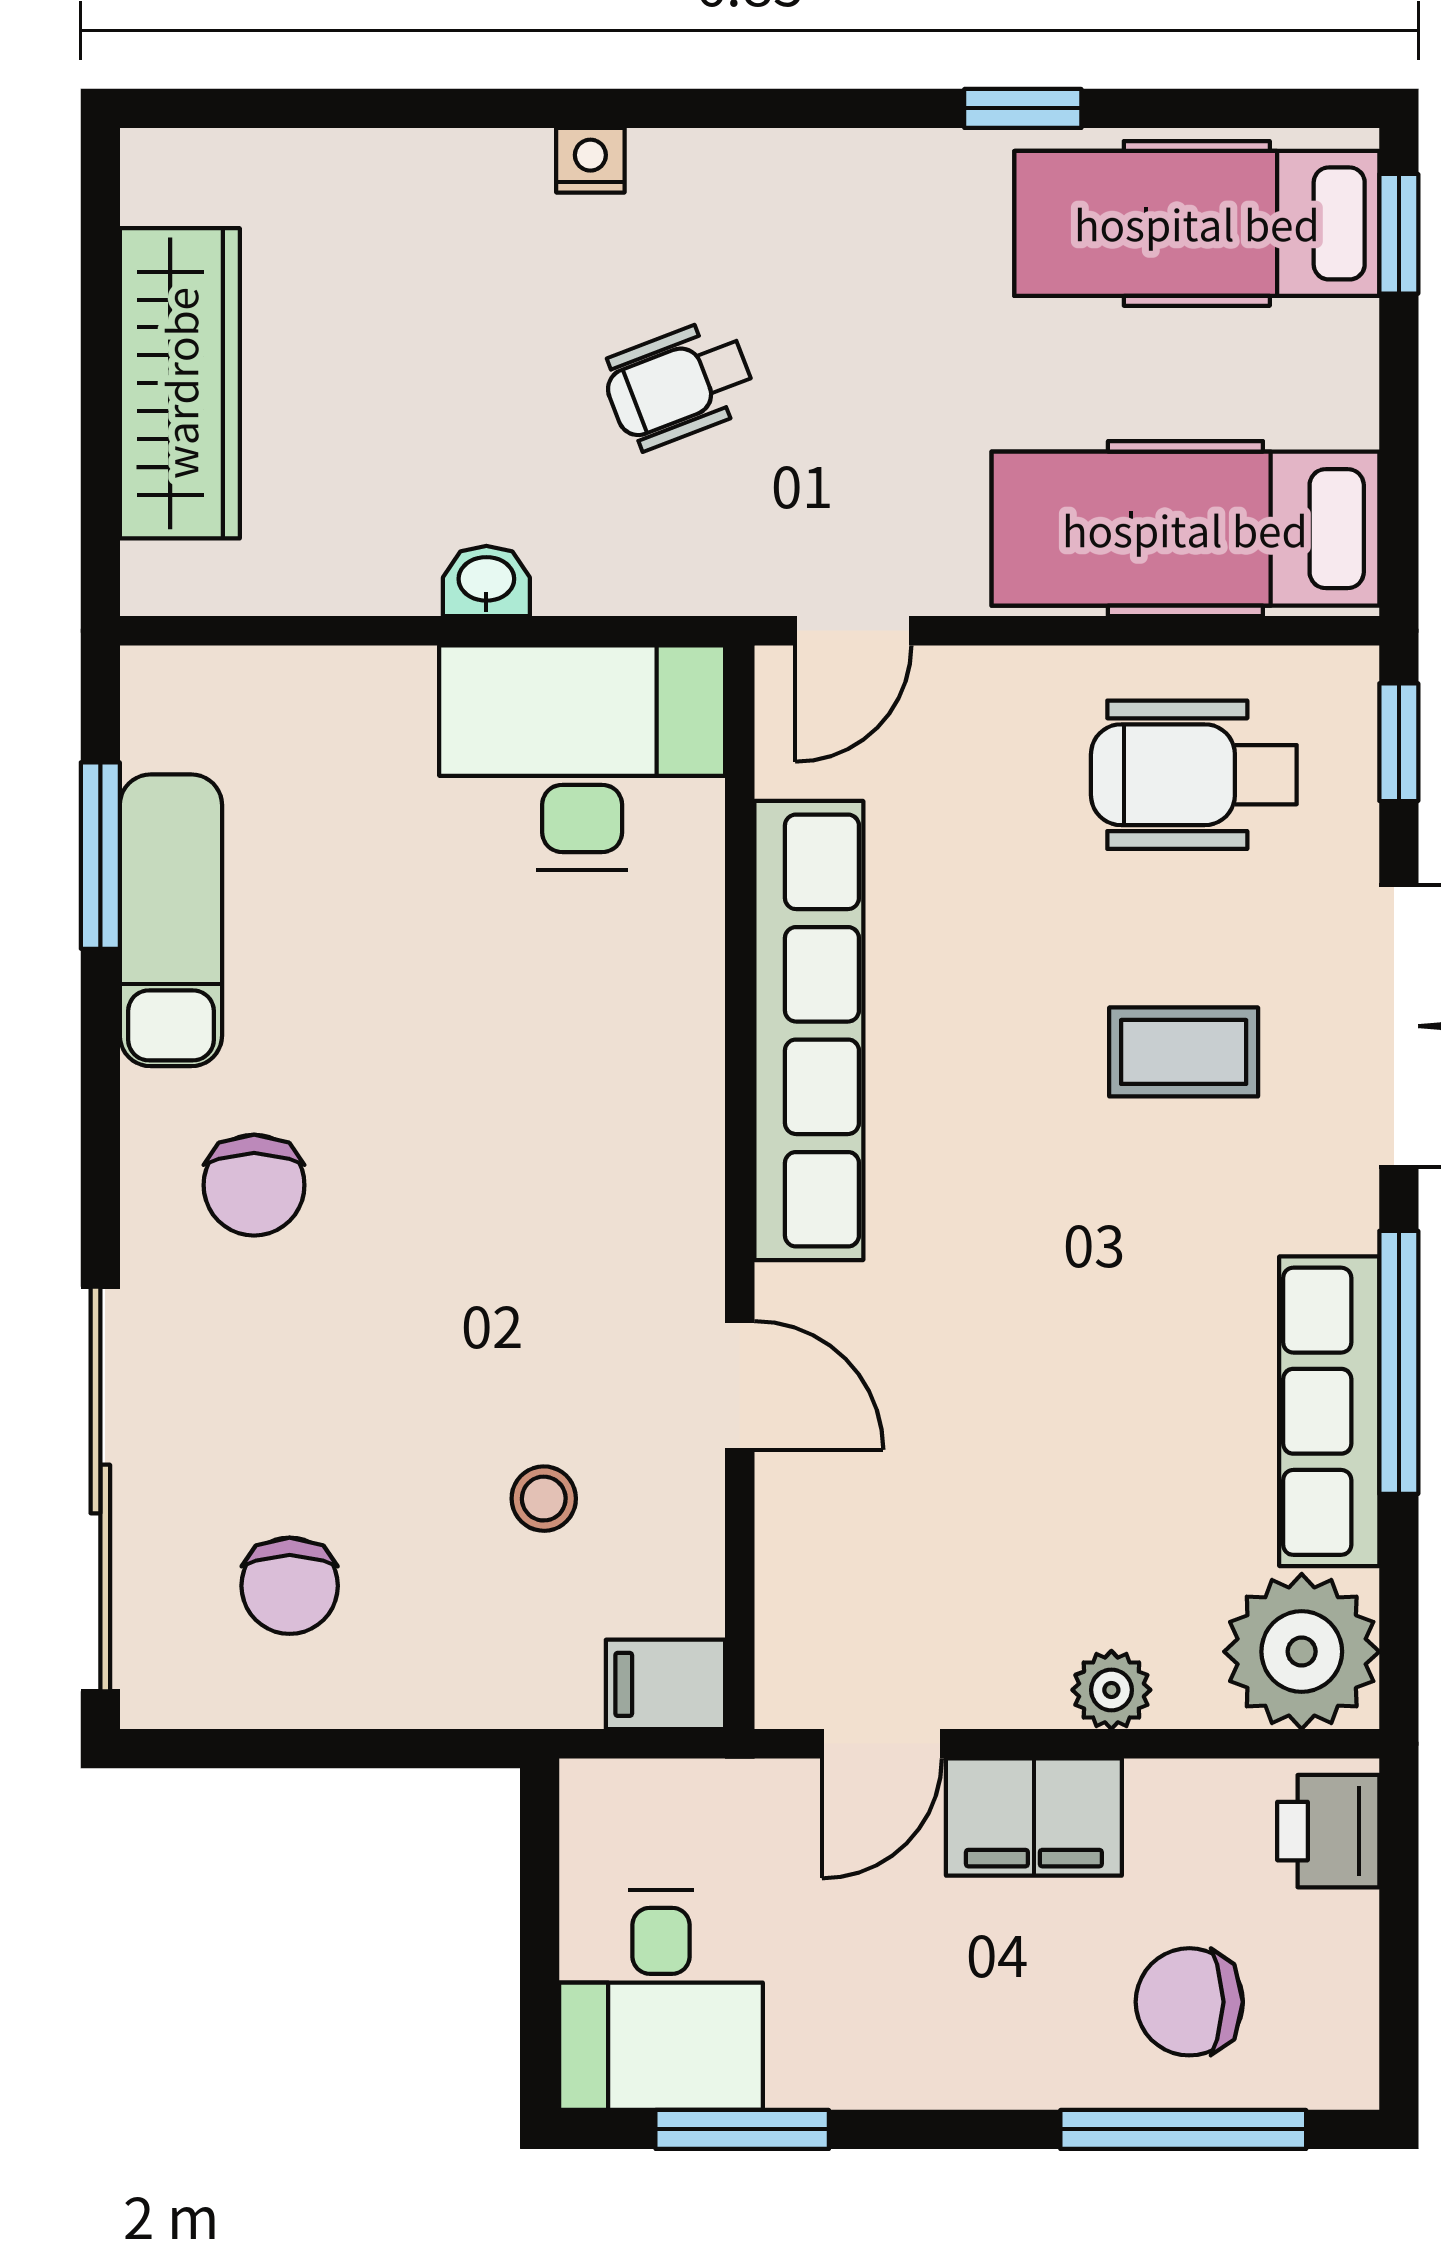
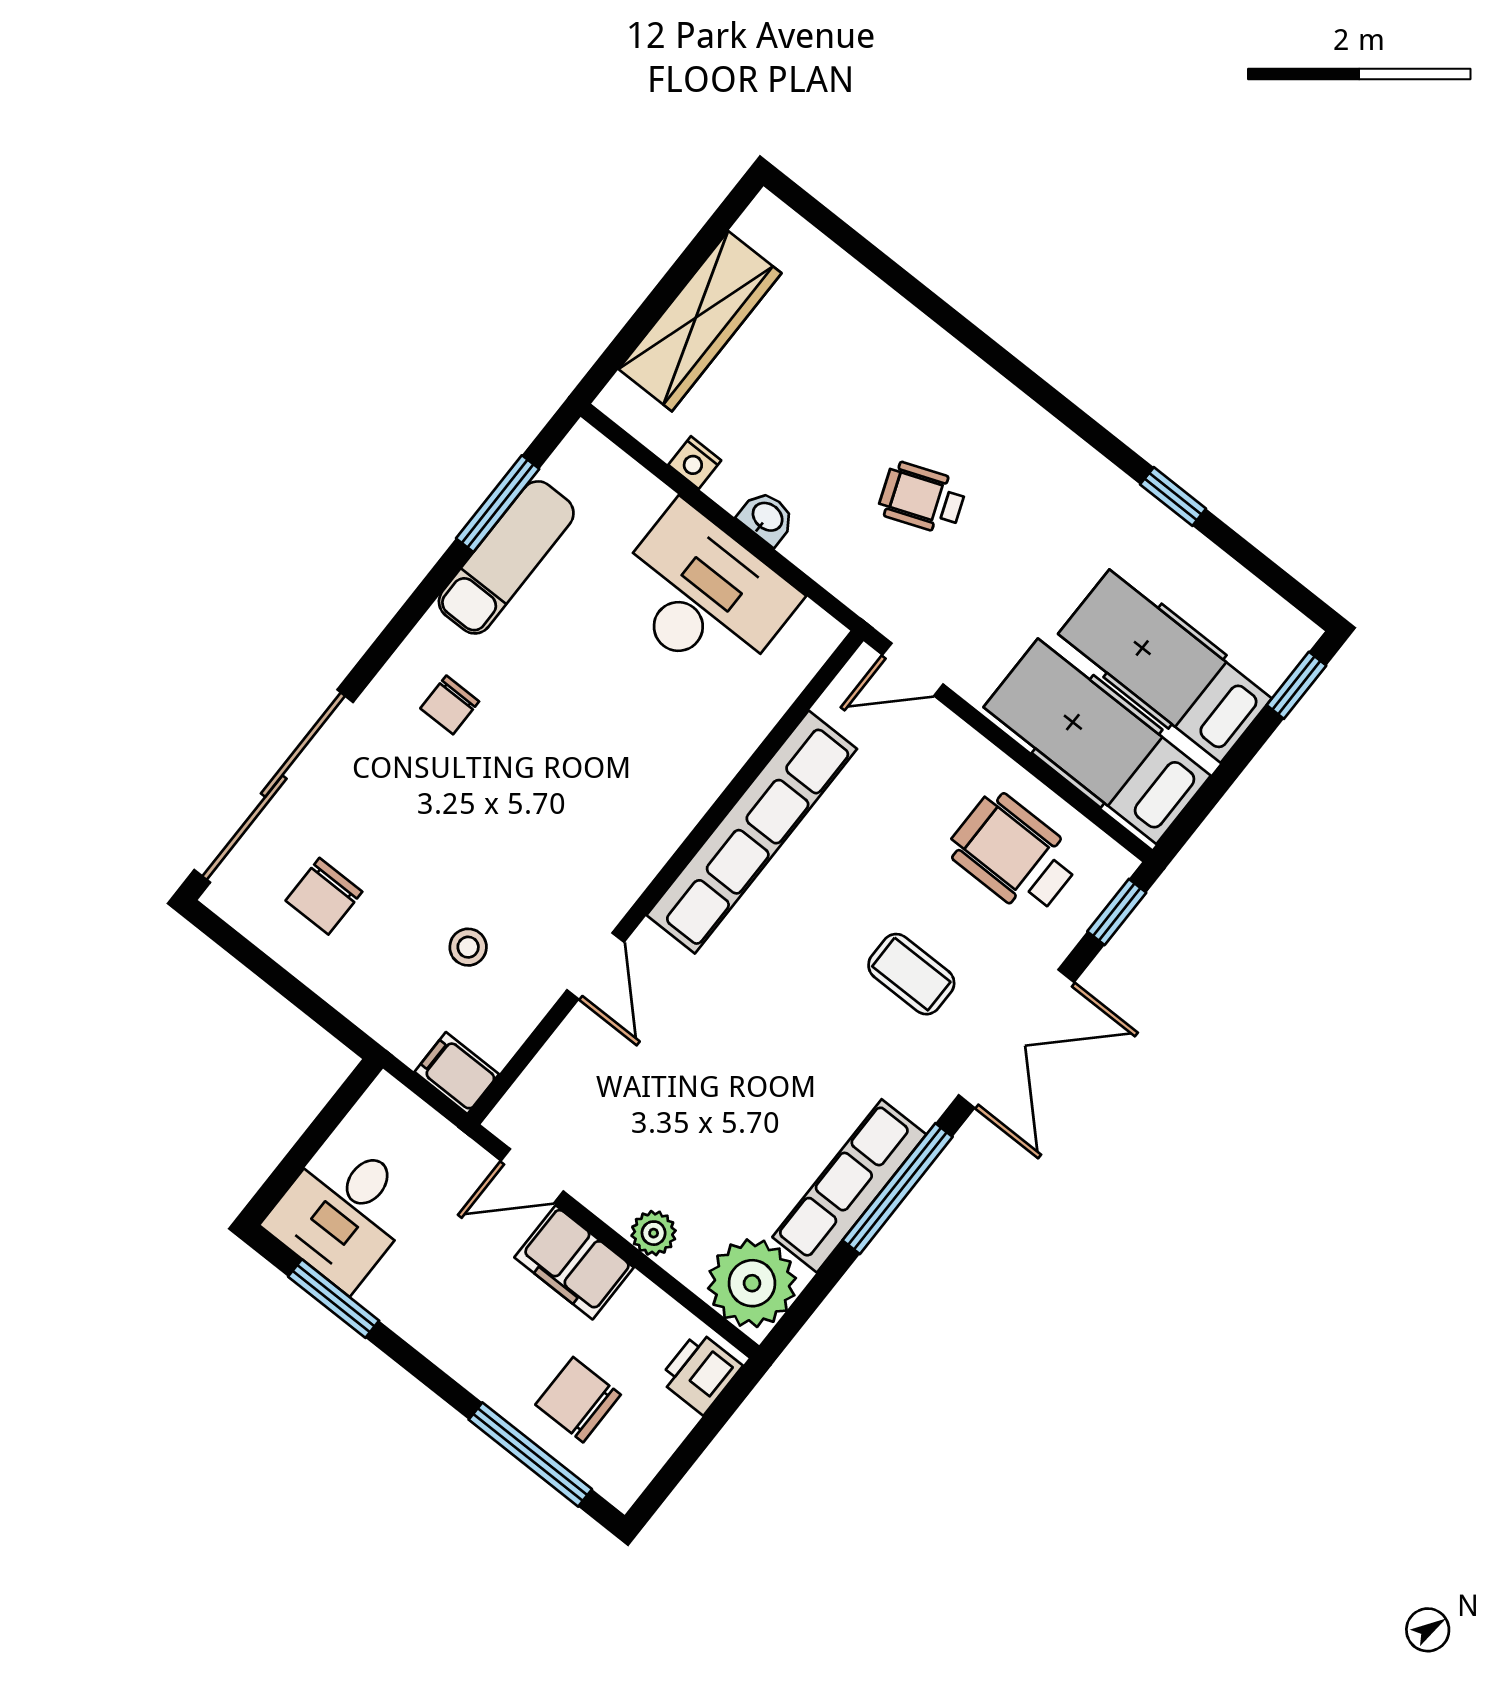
nightstand: (590, 160) -> (695, 463), moved, turned 180
hospital bed: (1197, 223) -> (1165, 666), moved
desk: (582, 758) -> (703, 595), moved
chair: (254, 1185) -> (450, 705), width x0.73, depth x0.73

